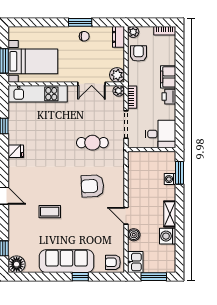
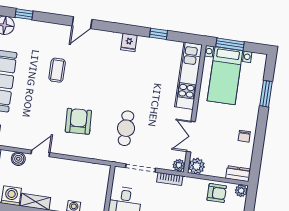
window: (80, 22) -> (266, 94), moved

